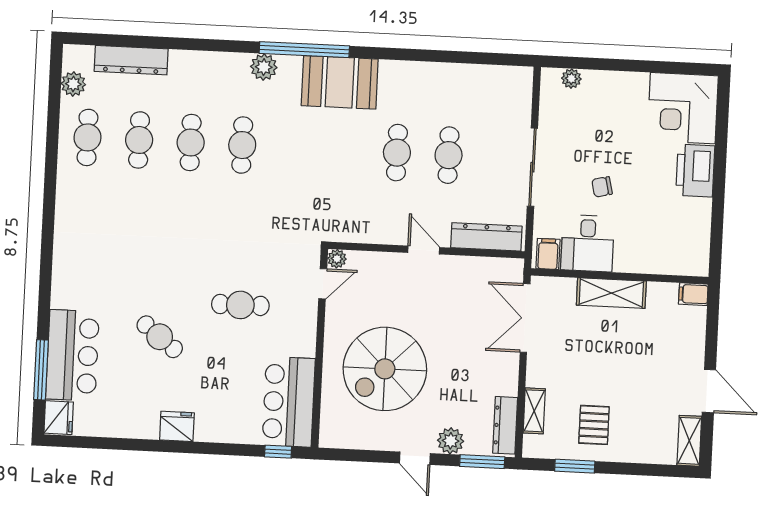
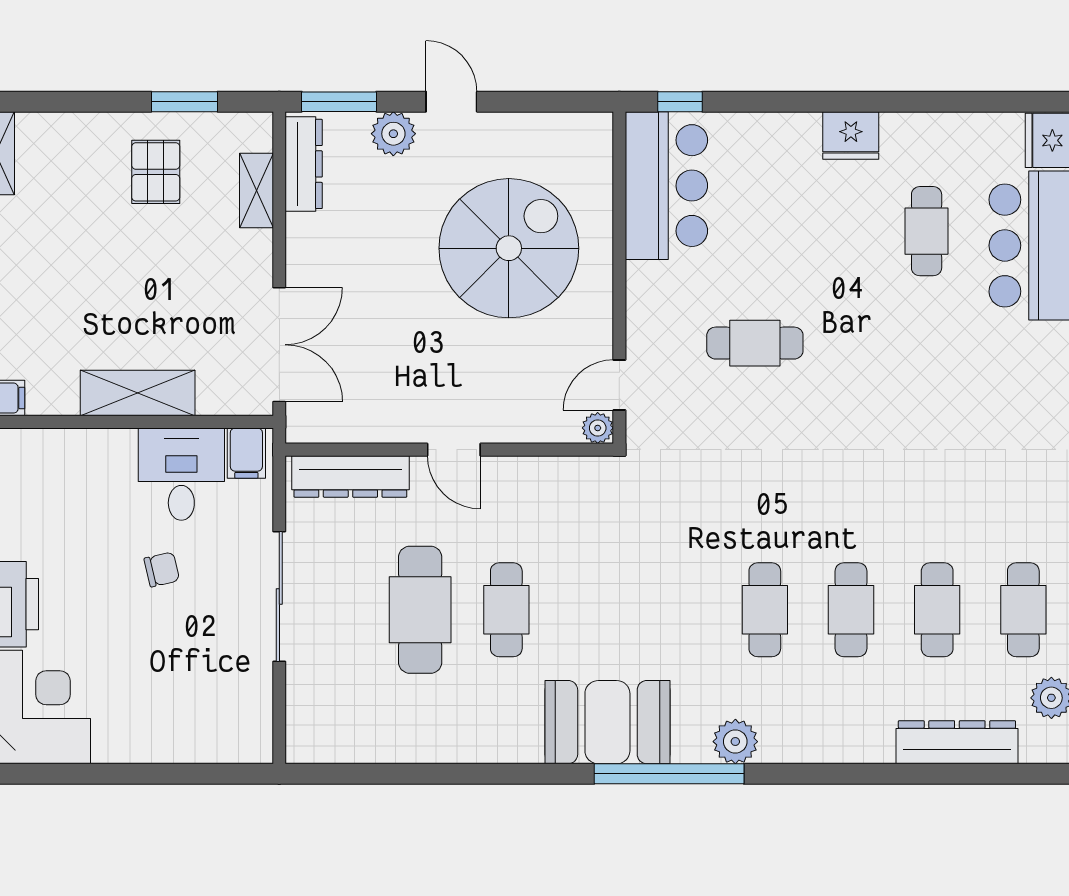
plant: (571, 79) -> (222, 747), removed
cafe table: (449, 155) -> (420, 610), width x1.37, depth x1.35
cafe table: (160, 337) -> (927, 231), moved, turned 52

